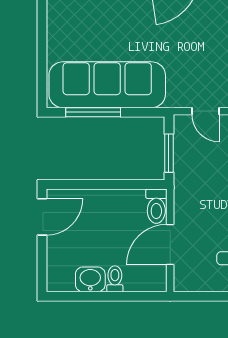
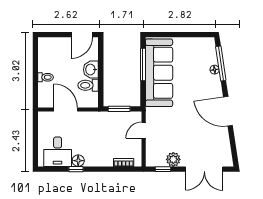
toilet: (156, 206) -> (88, 85), moved
door: (42, 217) -> (82, 35), hinge flipped
washbasin: (90, 279) -> (91, 70), moved, turned 180

